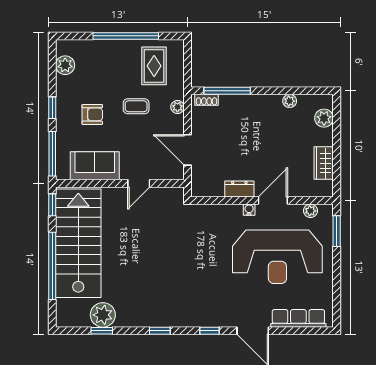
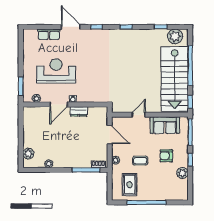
plant: (65, 65) -> (183, 173), moved
wardrobe: (324, 163) -> (28, 127), removed
reception desk: (277, 257) -> (56, 71), width x0.74, depth x0.77
plant: (103, 315) -> (175, 36), moved
row of seats: (298, 318) -> (49, 34), width x0.68

